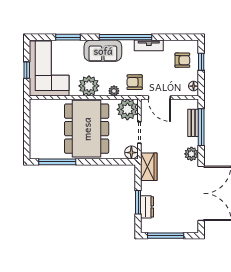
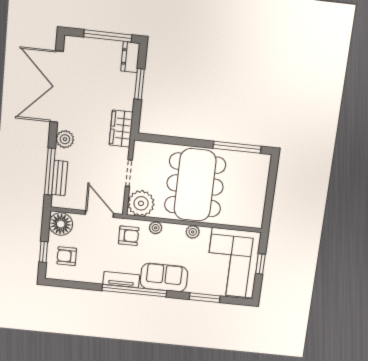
tv unit: (149, 45) -> (121, 280), moved
plant: (89, 86) -> (193, 232), width x0.53, depth x0.53
floor lamp: (194, 86) -> (61, 224), width x1.89, depth x1.89
floor lamp: (131, 153) -> (142, 149), removed
dresser: (147, 207) -> (130, 57), moved

